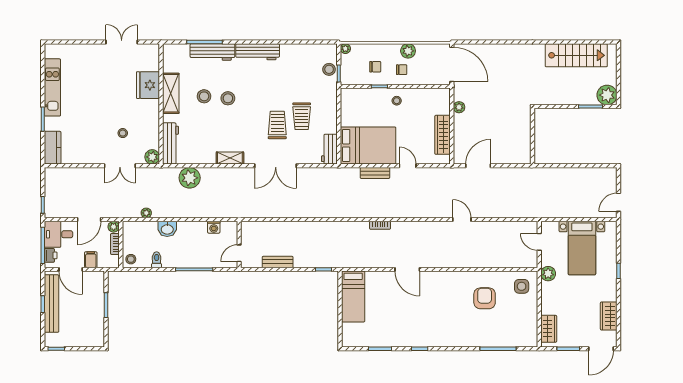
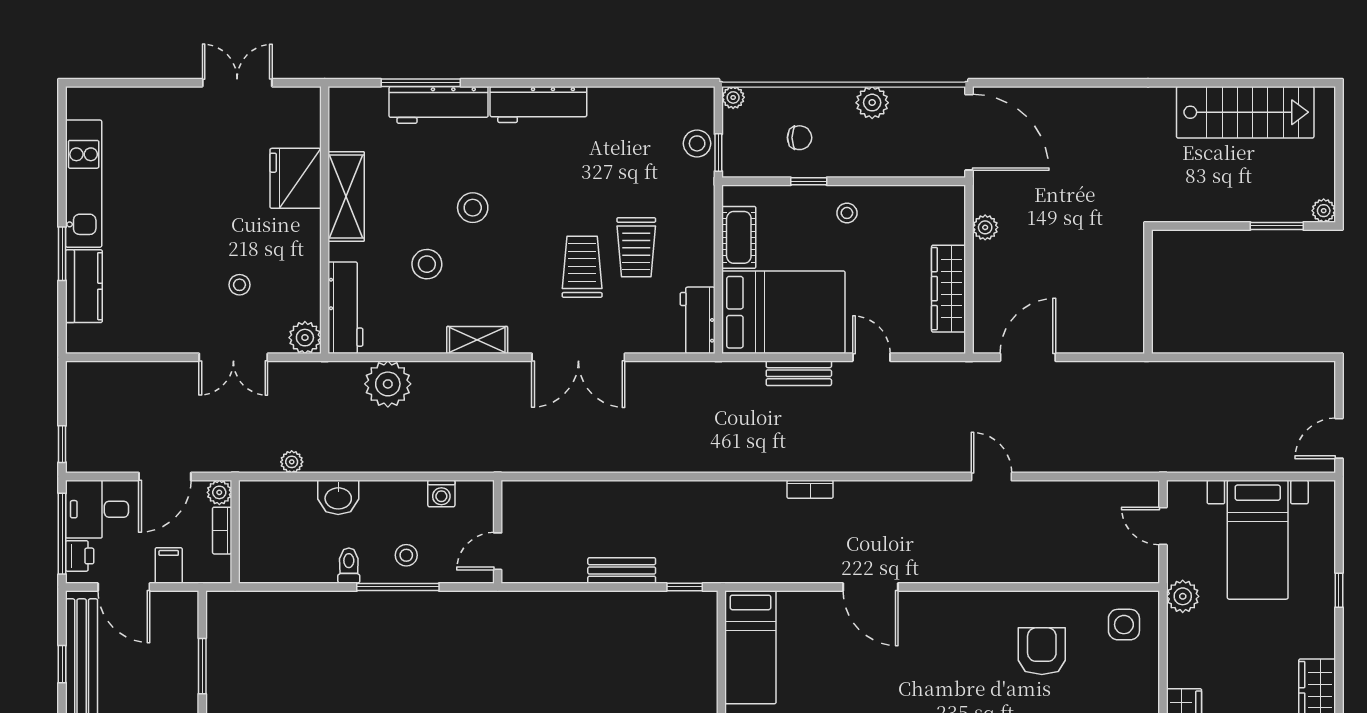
chair: (402, 70) -> (858, 144), removed
plant: (607, 95) -> (1324, 211), width x0.53, depth x0.53
stool: (204, 96) -> (427, 264), moved
cot: (348, 112) -> (739, 237), added
kitchen counter: (53, 148) -> (84, 286), moved
stool: (131, 259) -> (406, 555), moved
toilet: (157, 260) -> (349, 566), moved
bench: (278, 262) -> (622, 570), moved

